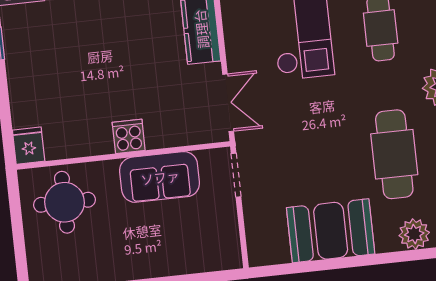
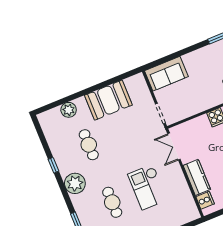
cafe table: (394, 154) -> (89, 145), width x0.73, depth x0.74
sofa: (160, 177) -> (166, 74), moved, turned 180

